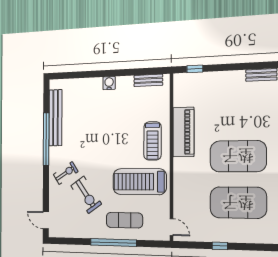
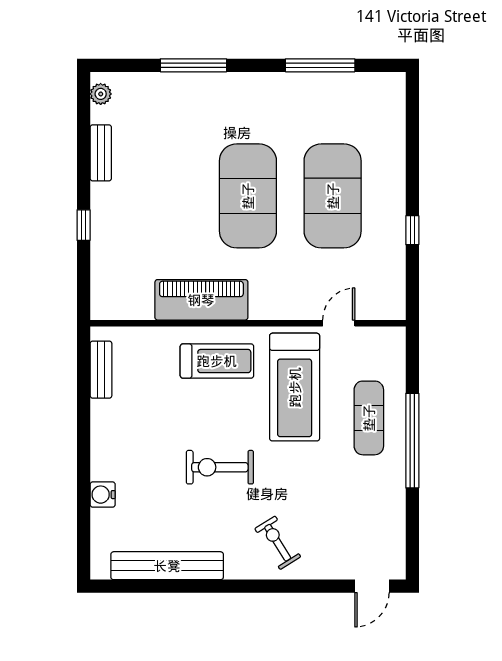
window: (195, 69) -> (84, 225), moved
water cooler: (109, 83) -> (103, 495), moved
window: (46, 139) -> (210, 586), removed
exercise bike: (86, 195) -> (220, 467), moved, turned -145
door: (172, 227) -> (339, 323), moved

